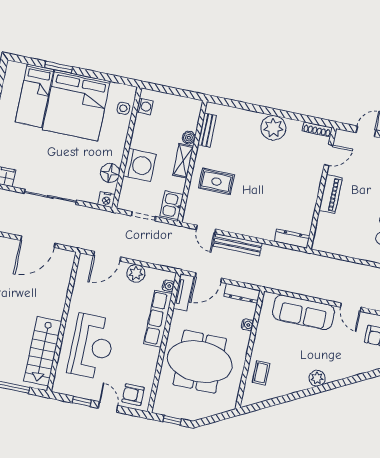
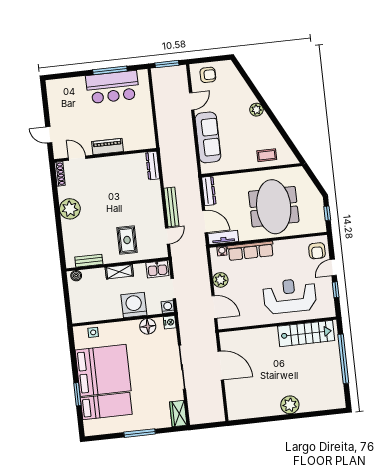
washing machine: (145, 106) -> (168, 307), moved
boiler: (189, 138) -> (76, 276), moved
water cooler: (247, 325) -> (232, 178), removed

